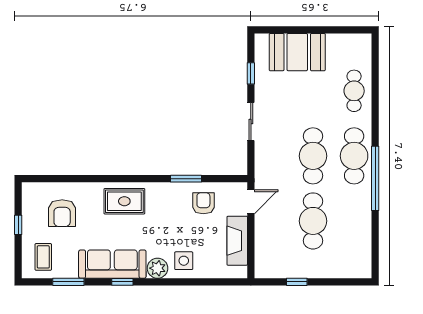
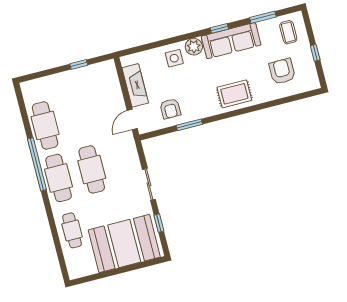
booth: (297, 52) -> (124, 243), width x1.36, depth x1.42
cafe table: (313, 221) -> (45, 126), moved

